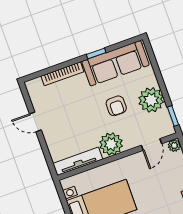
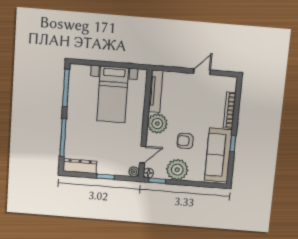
floor lamp: (169, 129) -> (148, 173), added
door: (151, 144) -> (143, 155), swing flipped

